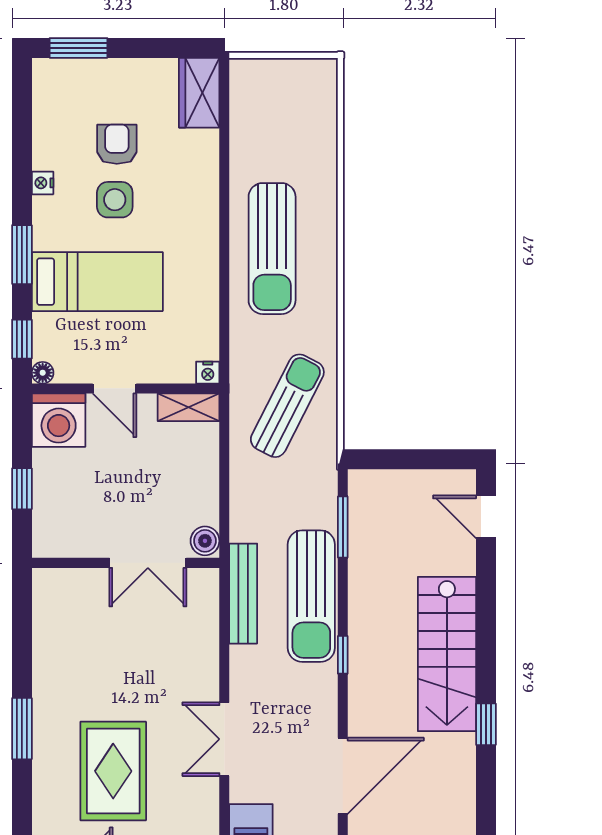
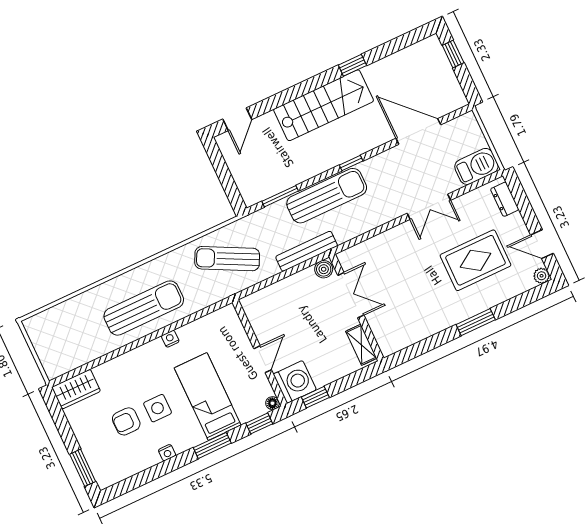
nightstand: (208, 373) -> (170, 339), moved, turned -90
shelving: (189, 407) -> (361, 345), moved
window: (22, 489) -> (315, 397), moved
bench: (243, 594) -> (307, 251), moved

